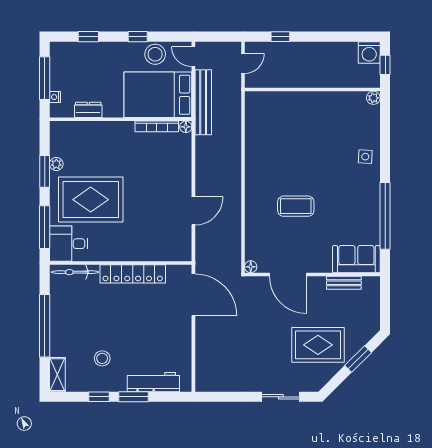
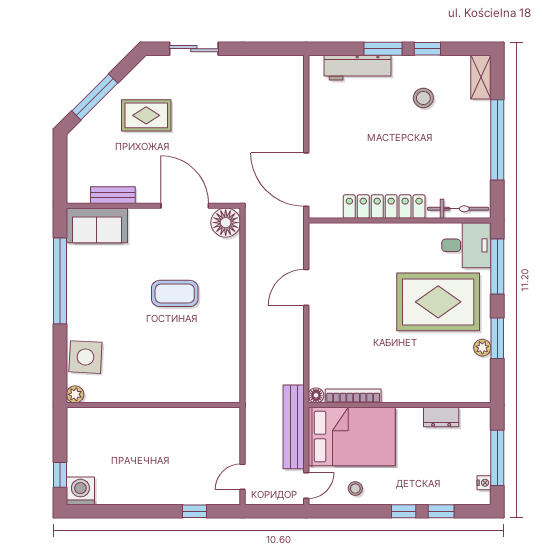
window: (138, 37) -> (404, 511), moved
stool: (155, 54) -> (355, 489), width x0.53, depth x0.53
door: (193, 57) -> (306, 486), hinge flipped
wall: (312, 89) -> (153, 405), moved
nightstand: (55, 97) -> (484, 483), moved
plant: (373, 98) -> (75, 394), moved
side table: (365, 157) -> (85, 357), width x1.87, depth x1.87
floor lamp: (251, 267) -> (226, 223), width x1.89, depth x1.89
rug: (318, 345) -> (146, 115), width x0.73, depth x0.70
window: (358, 359) -> (95, 97), width x1.44

